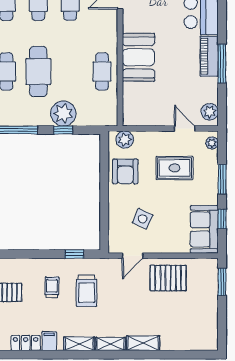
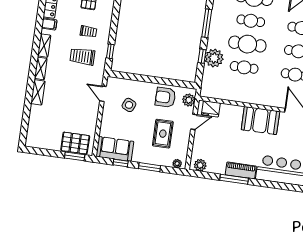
booth: (138, 57) -> (260, 121), moved
cafe table: (102, 71) -> (244, 67), moved
fridge: (132, 108) -> (211, 109), added
door: (185, 128) -> (194, 122), moved
pallet: (168, 278) -> (75, 143), moved, turned 90

